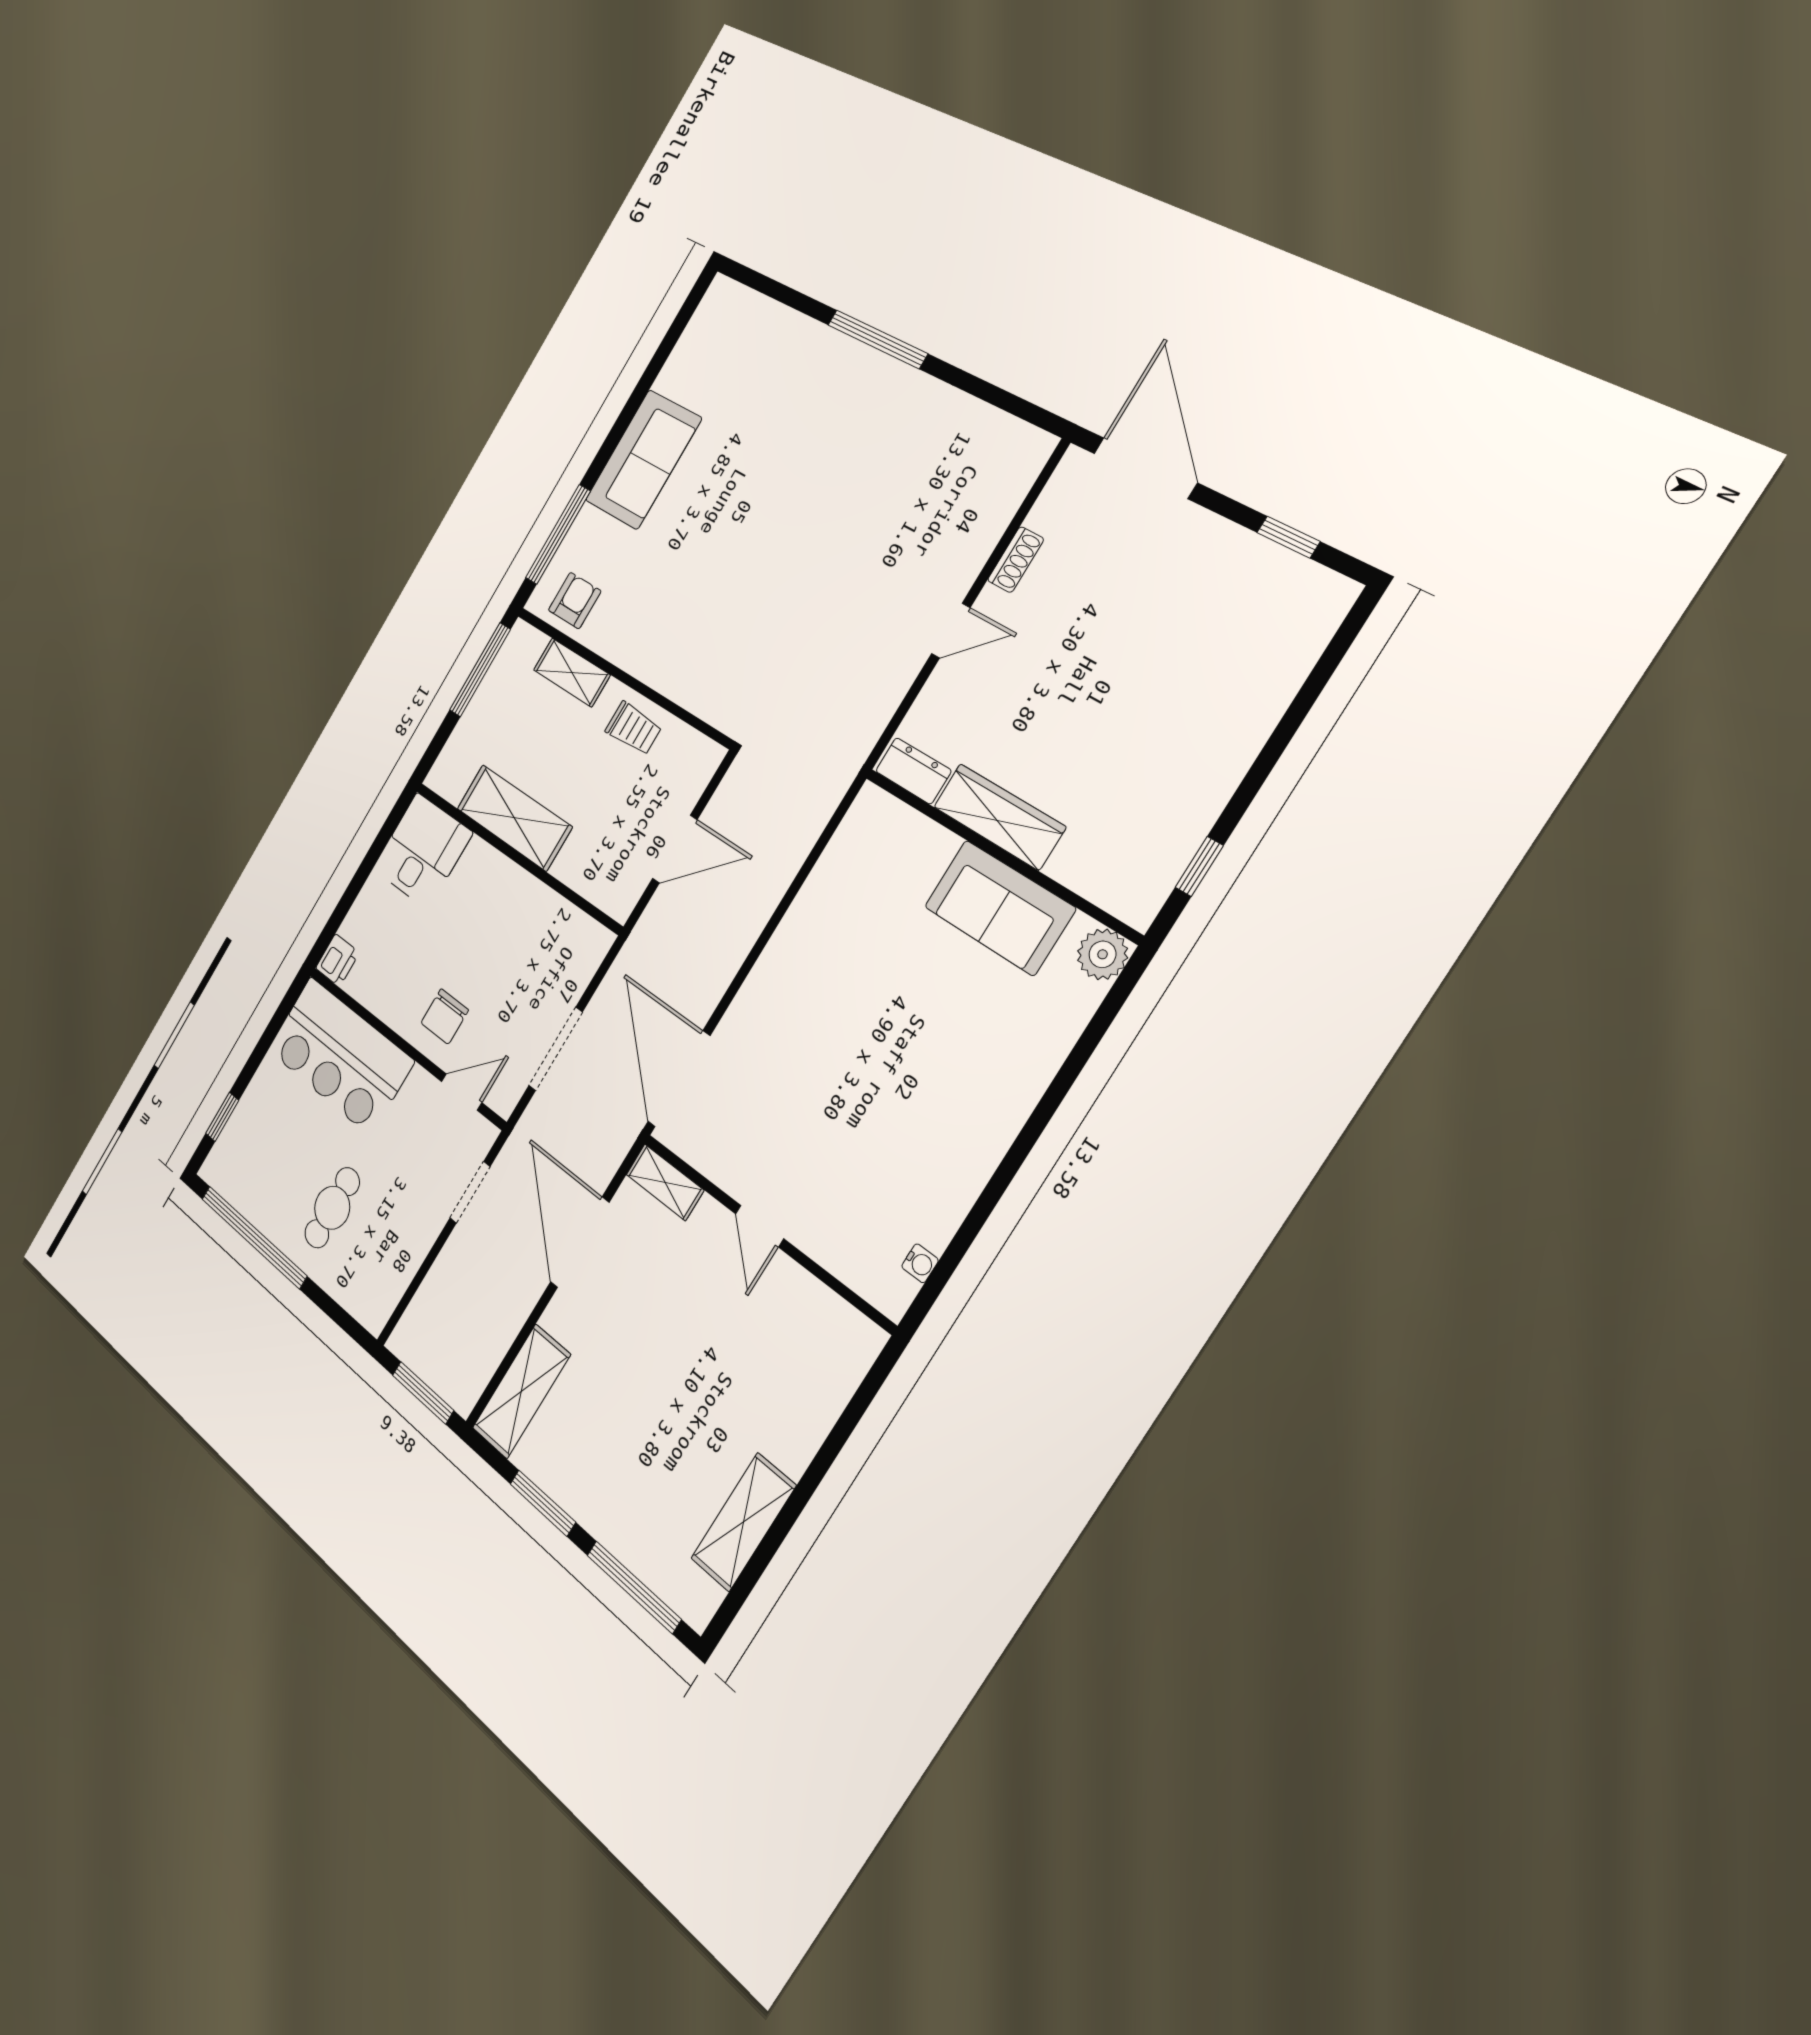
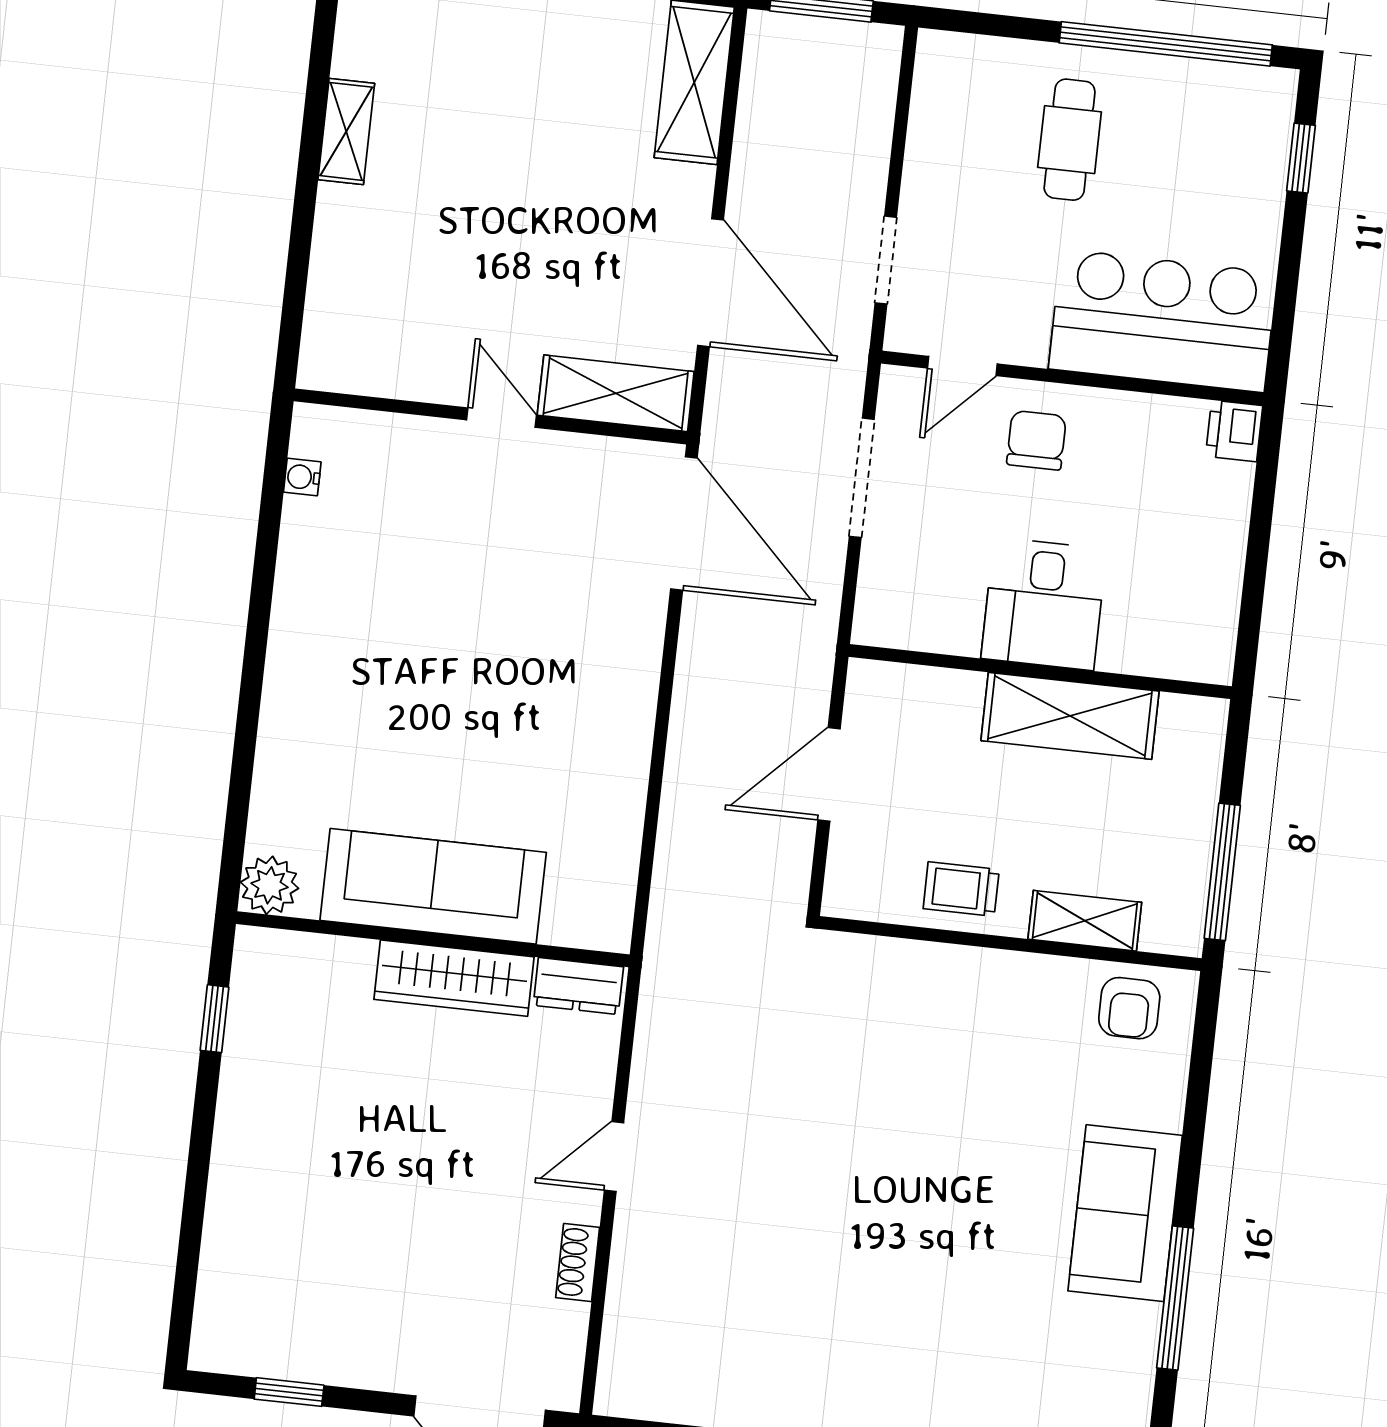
window: (558, 535) -> (1175, 1298), moved
desk: (423, 851) -> (1044, 604), moved
sofa: (1000, 908) -> (433, 886), width x1.36
shelving: (665, 1182) -> (616, 393), width x1.50, depth x1.33
shelving: (743, 1522) -> (346, 131), width x0.67, depth x0.75

